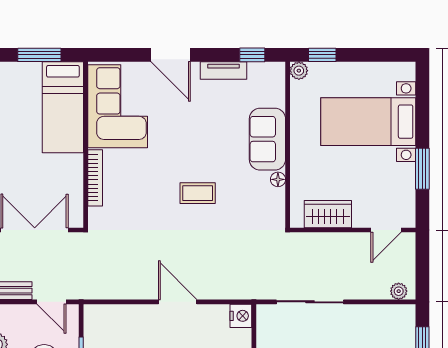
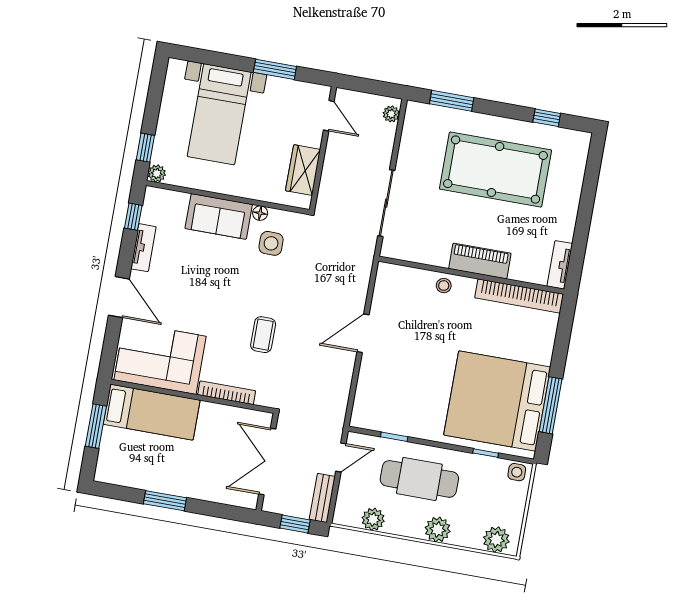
door: (171, 55) -> (119, 297), hinge flipped
coffee table: (198, 193) -> (263, 335), moved
side table: (250, 195) -> (271, 243), added
nightstand: (241, 316) -> (388, 274), removed

